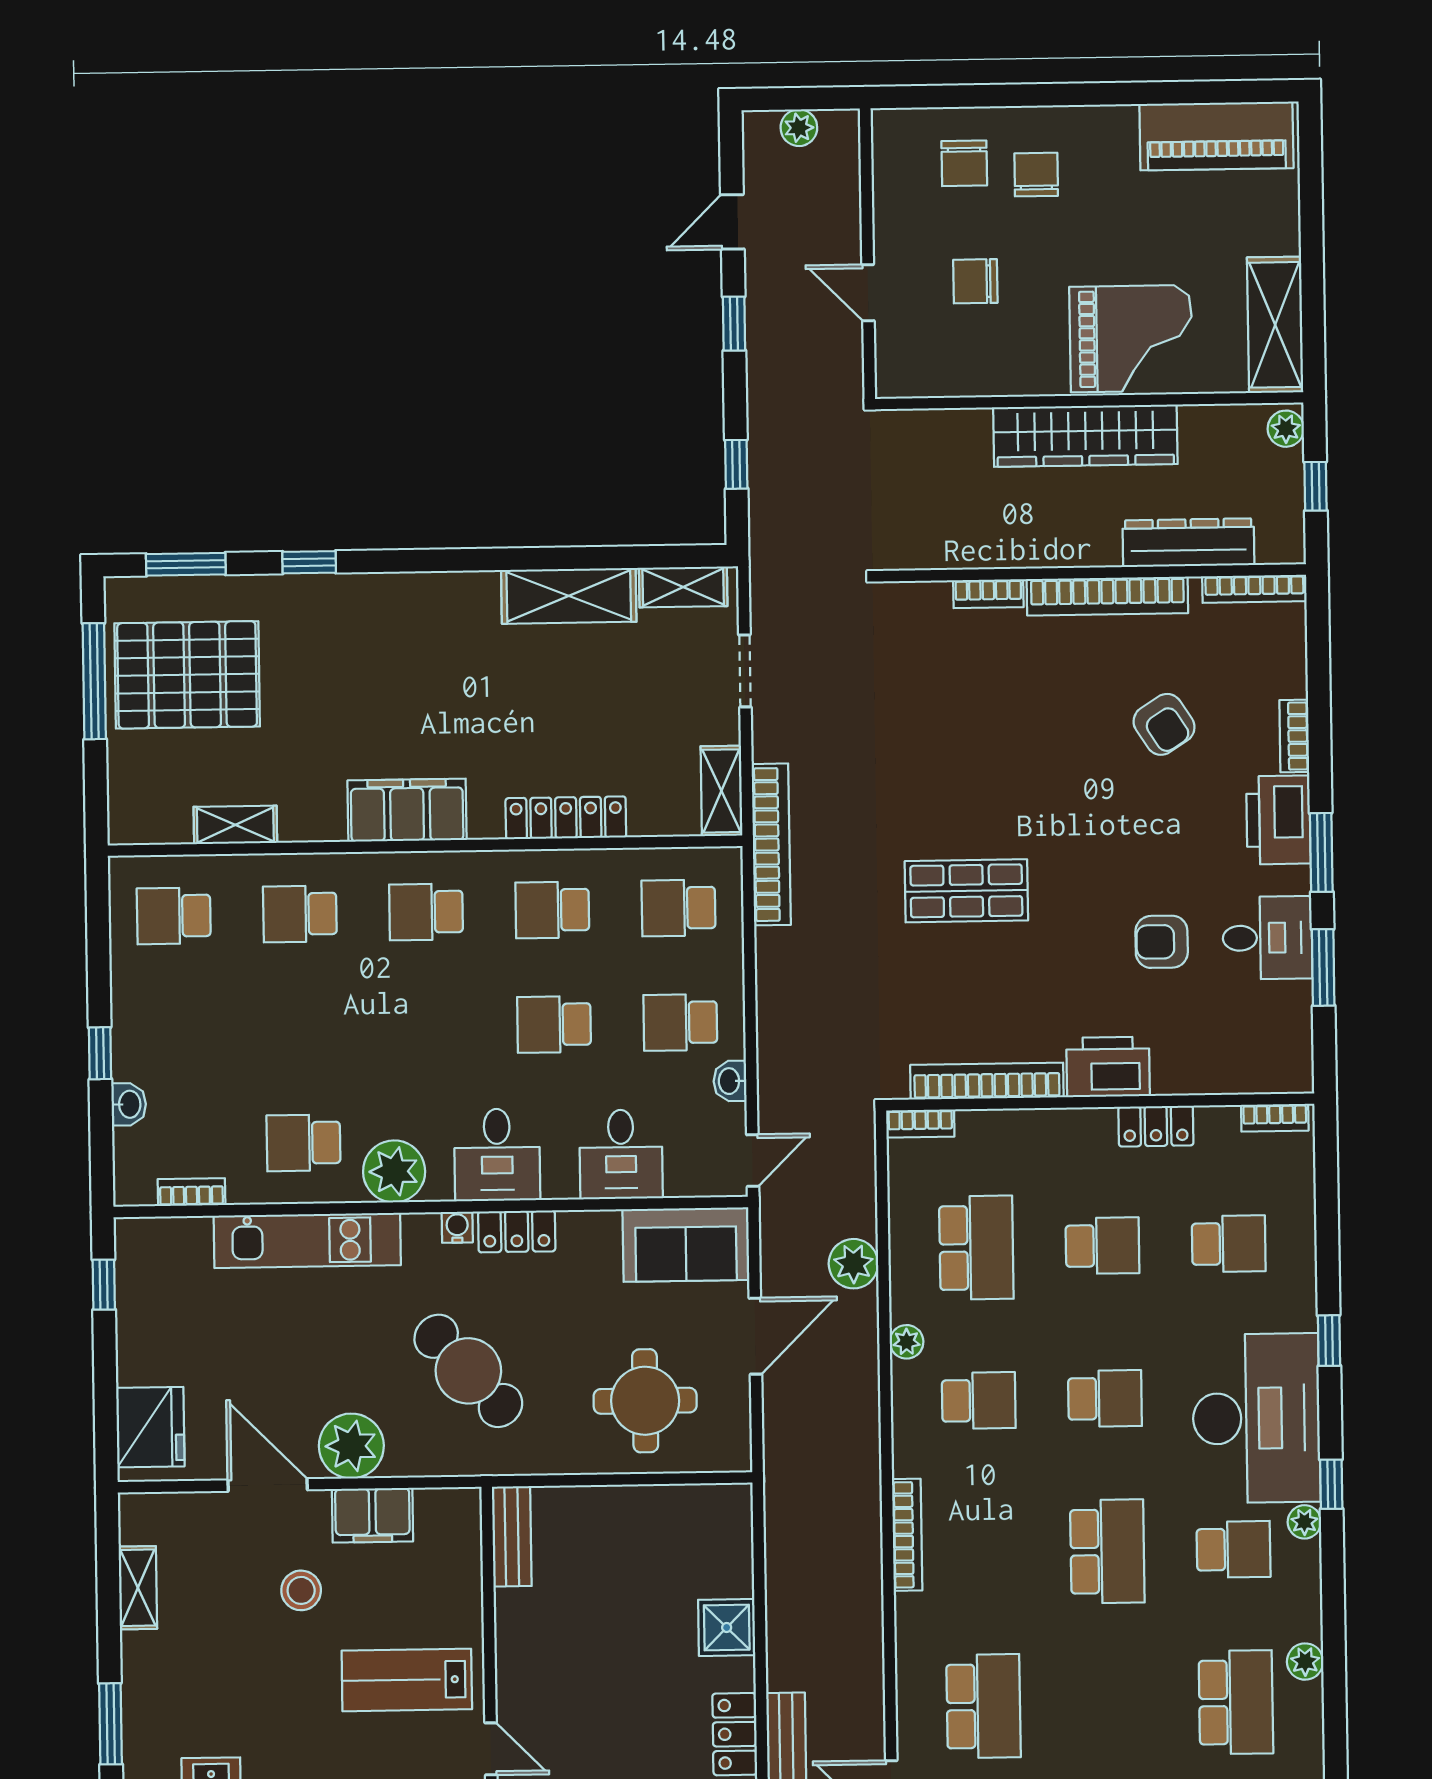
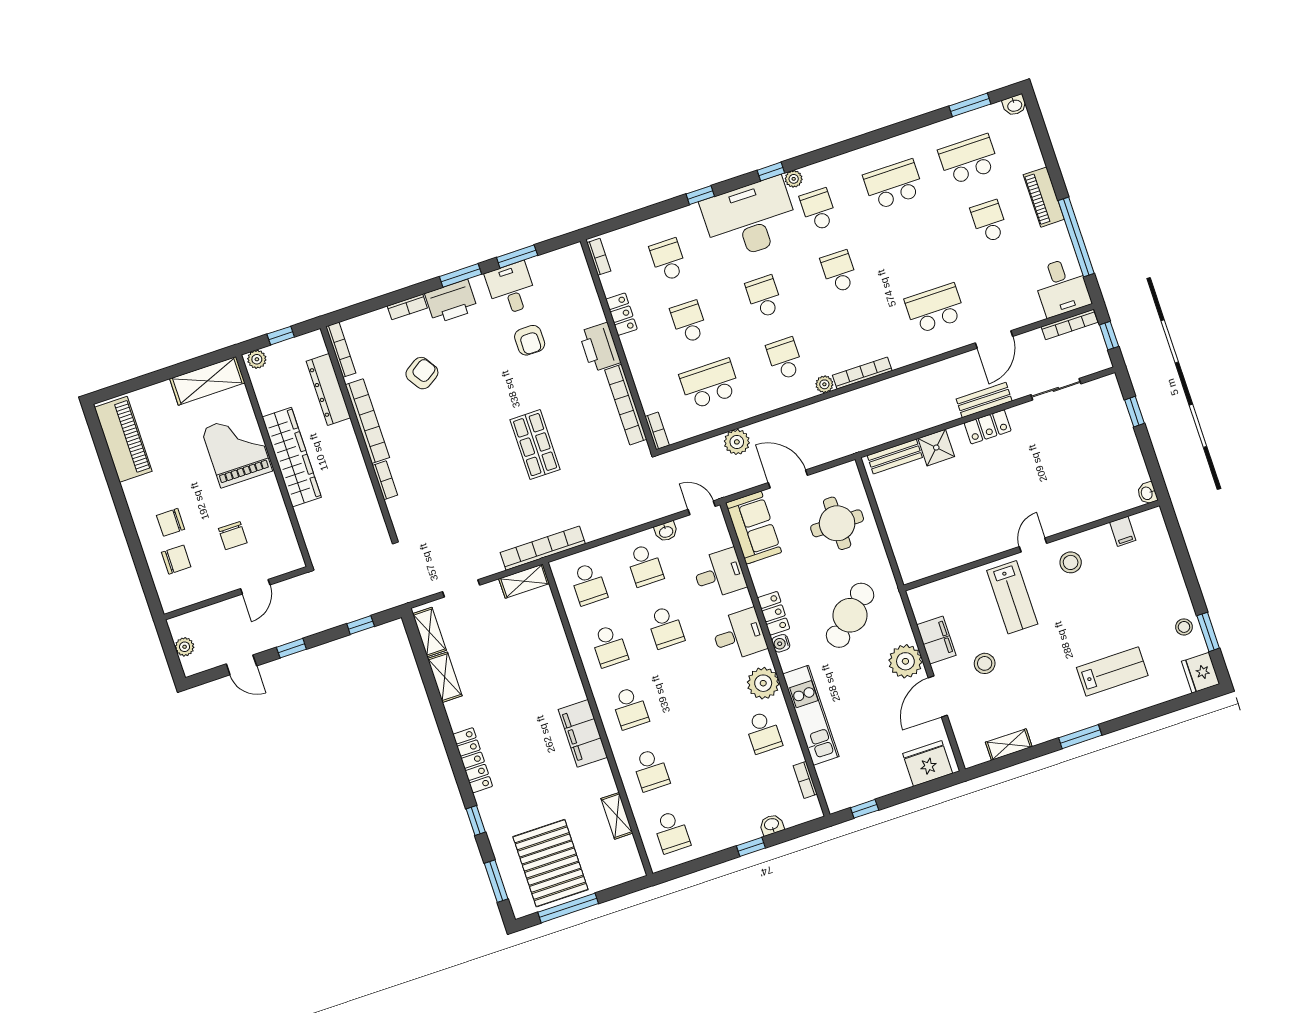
shelving: (569, 596) -> (445, 677), width x0.67, depth x0.75
locker: (566, 818) -> (473, 760), moved, turned 180
plant: (907, 1342) -> (824, 384), moved
bench: (512, 1536) -> (895, 456), moved
school desk: (1107, 1551) -> (839, 272), width x0.54
plant: (1305, 1662) -> (862, 157), removed

